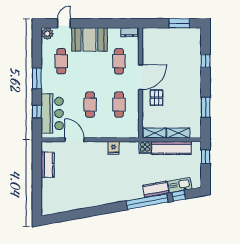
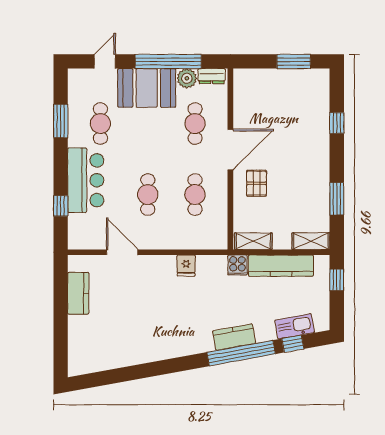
window: (103, 23) -> (168, 61), added
plant: (47, 34) -> (187, 78), moved
window: (37, 78) -> (61, 121), moved
bar counter: (52, 113) -> (86, 180), moved
shelving: (178, 133) -> (311, 241), moved
kitchen counter: (156, 189) -> (234, 337), moved

